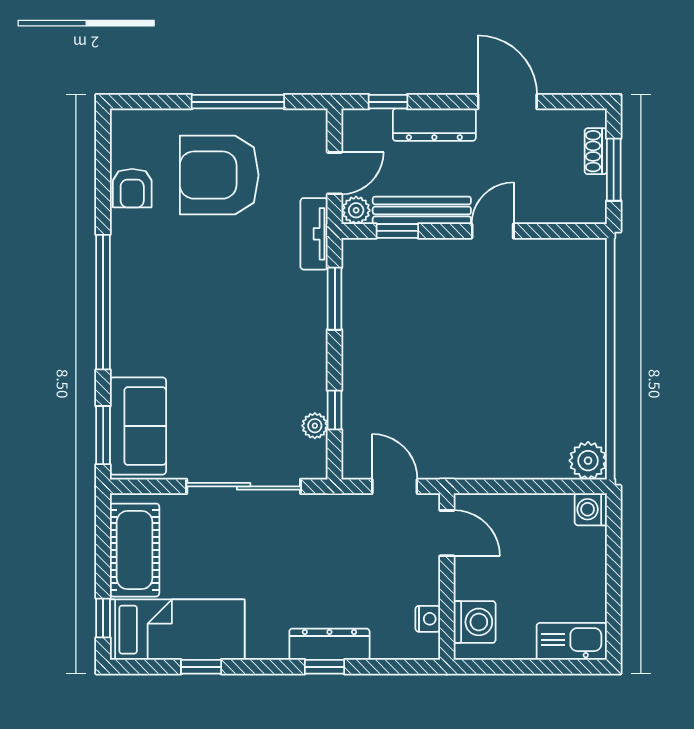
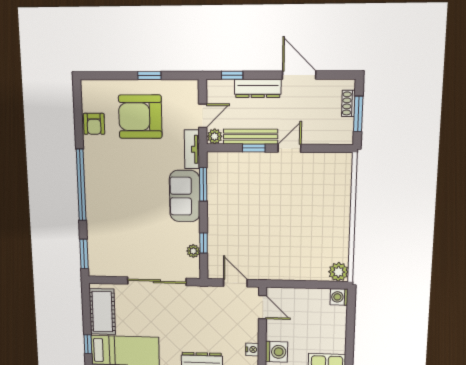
window: (238, 102) -> (149, 76), width x0.46
window: (397, 231) -> (254, 148), moved
sofa: (138, 426) -> (185, 196), moved, turned 180

